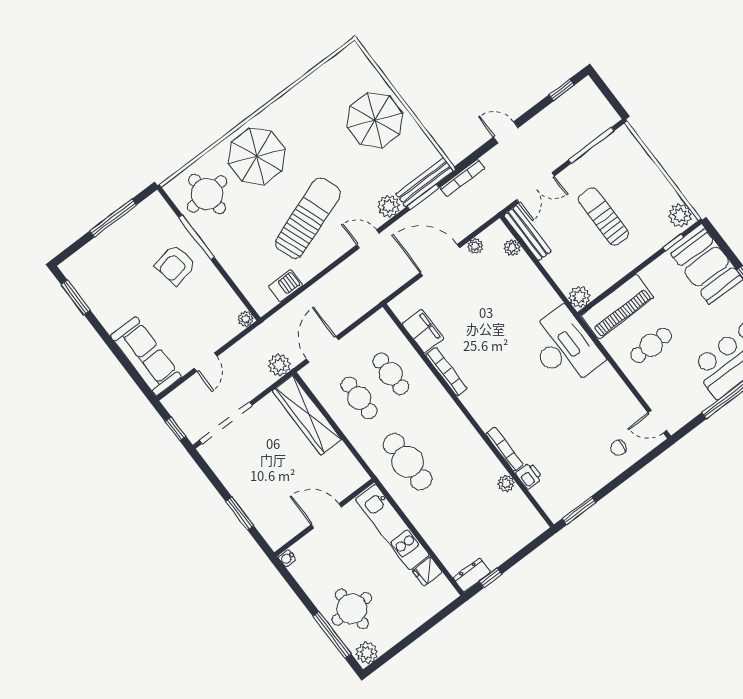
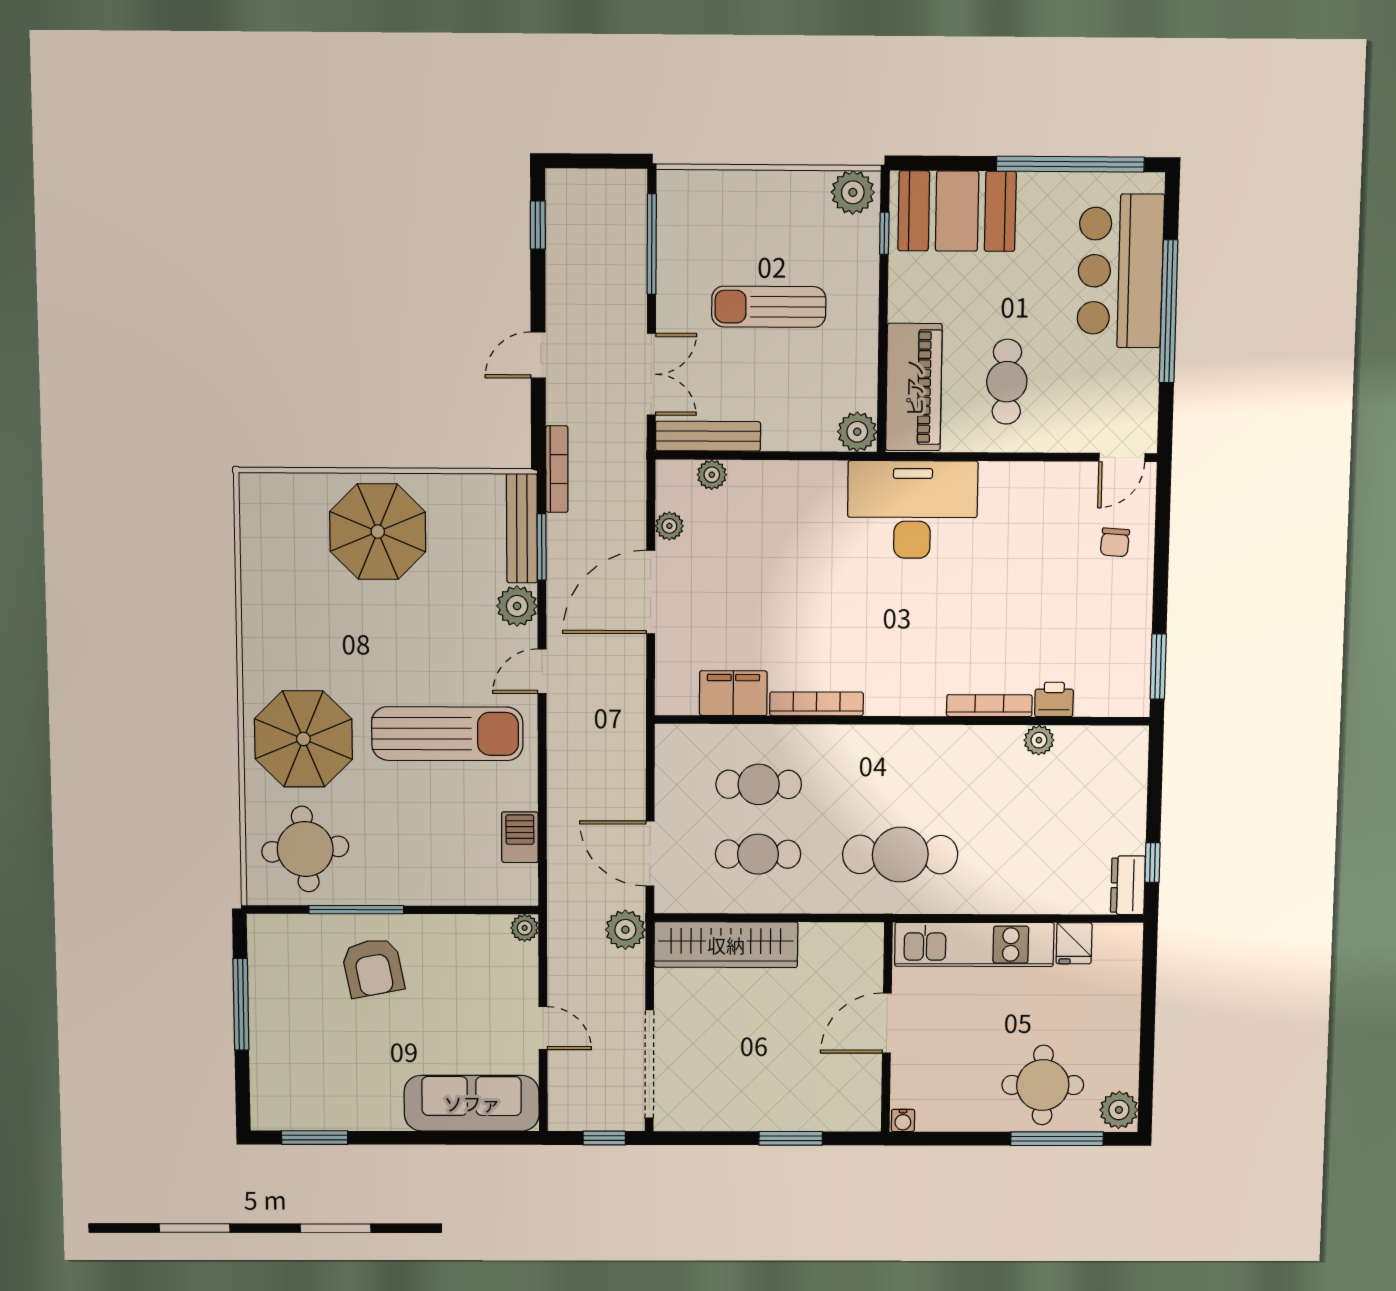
sun lounger: (308, 218) -> (447, 734), turned 110

